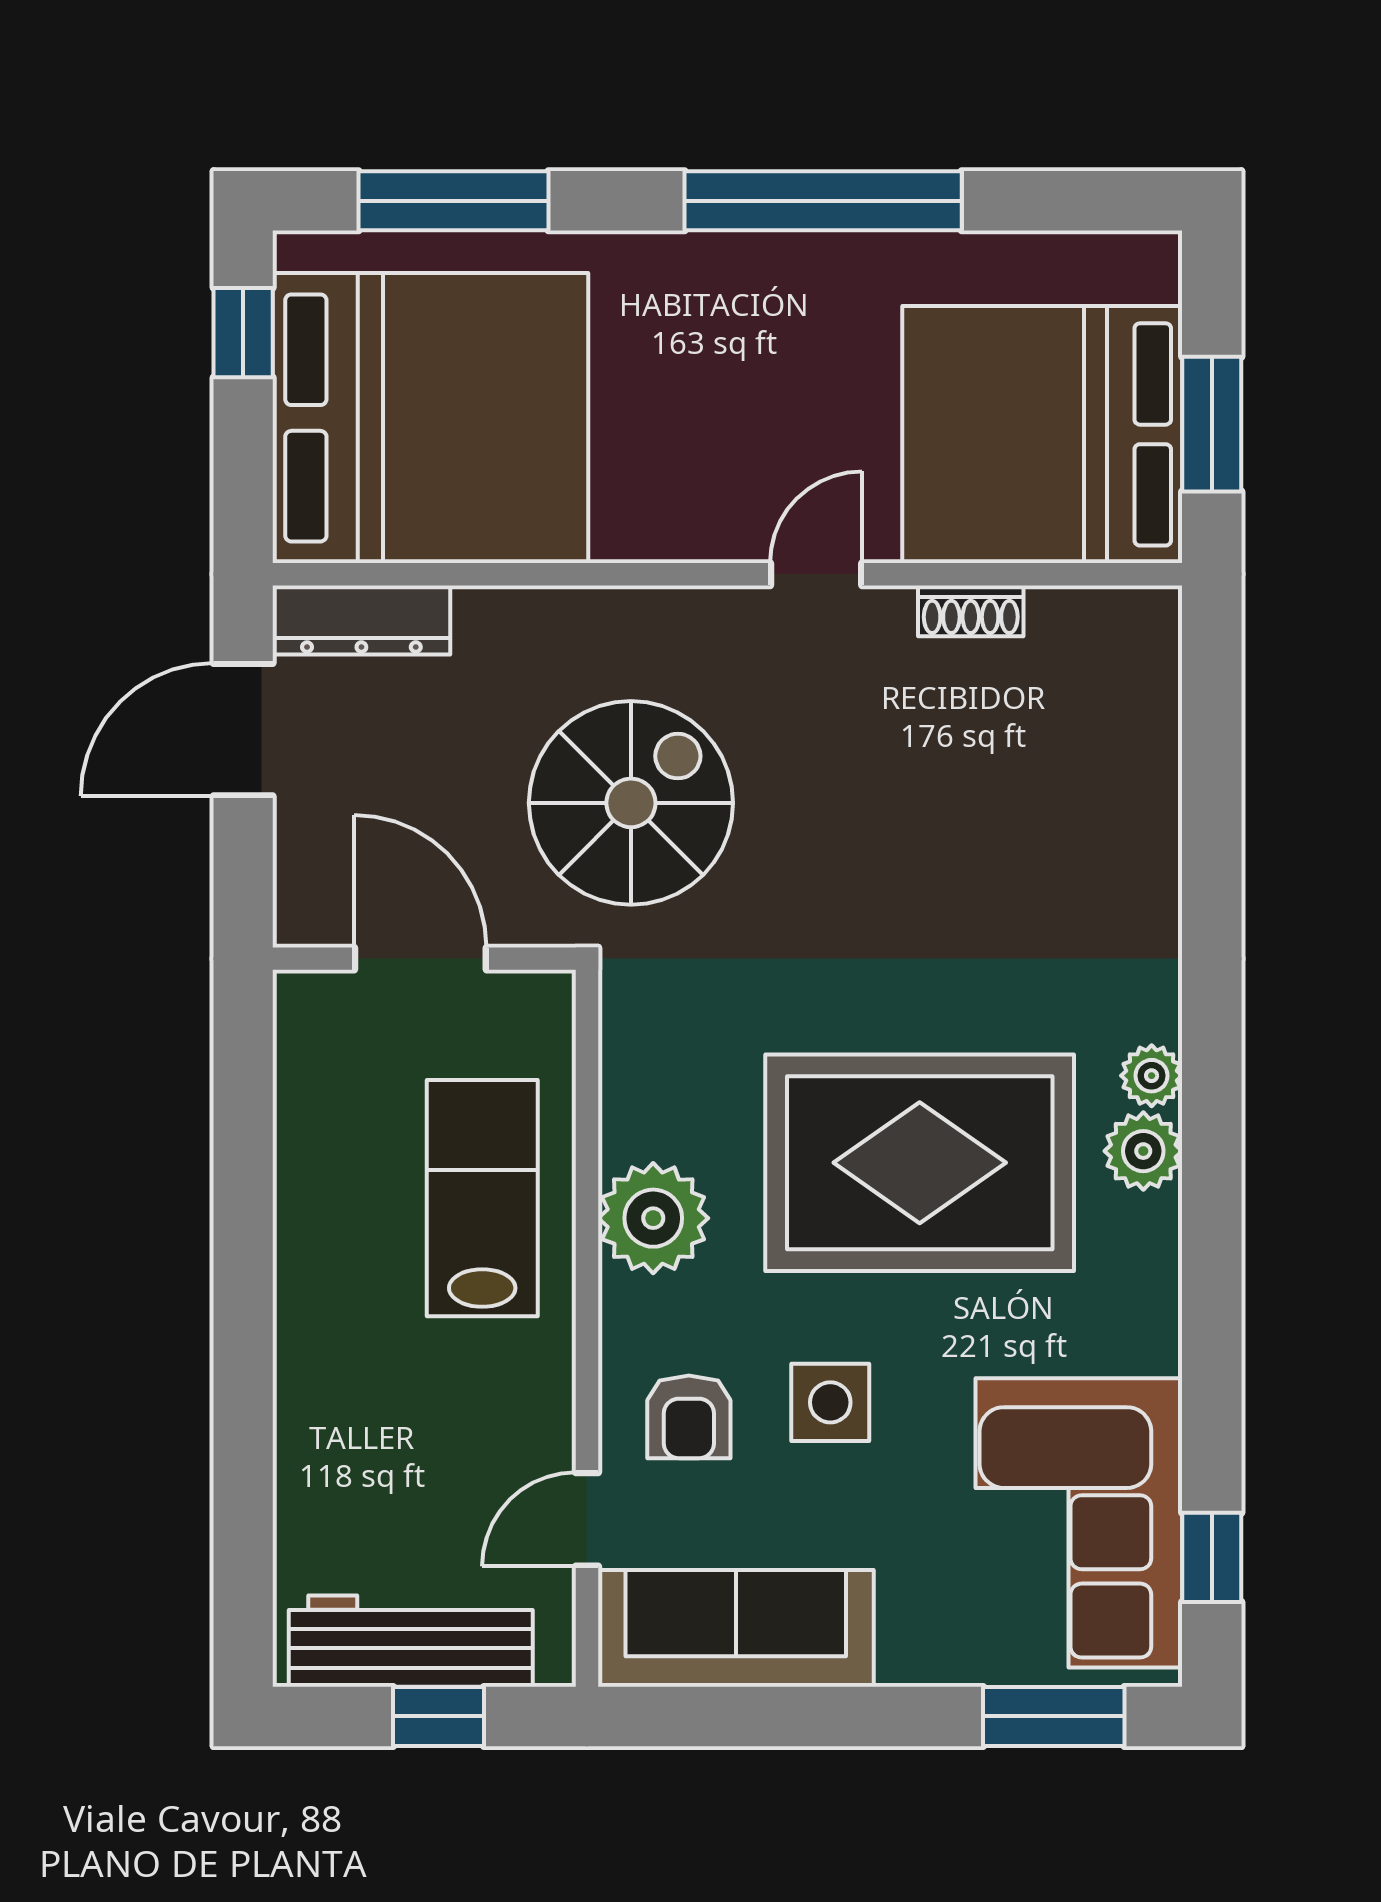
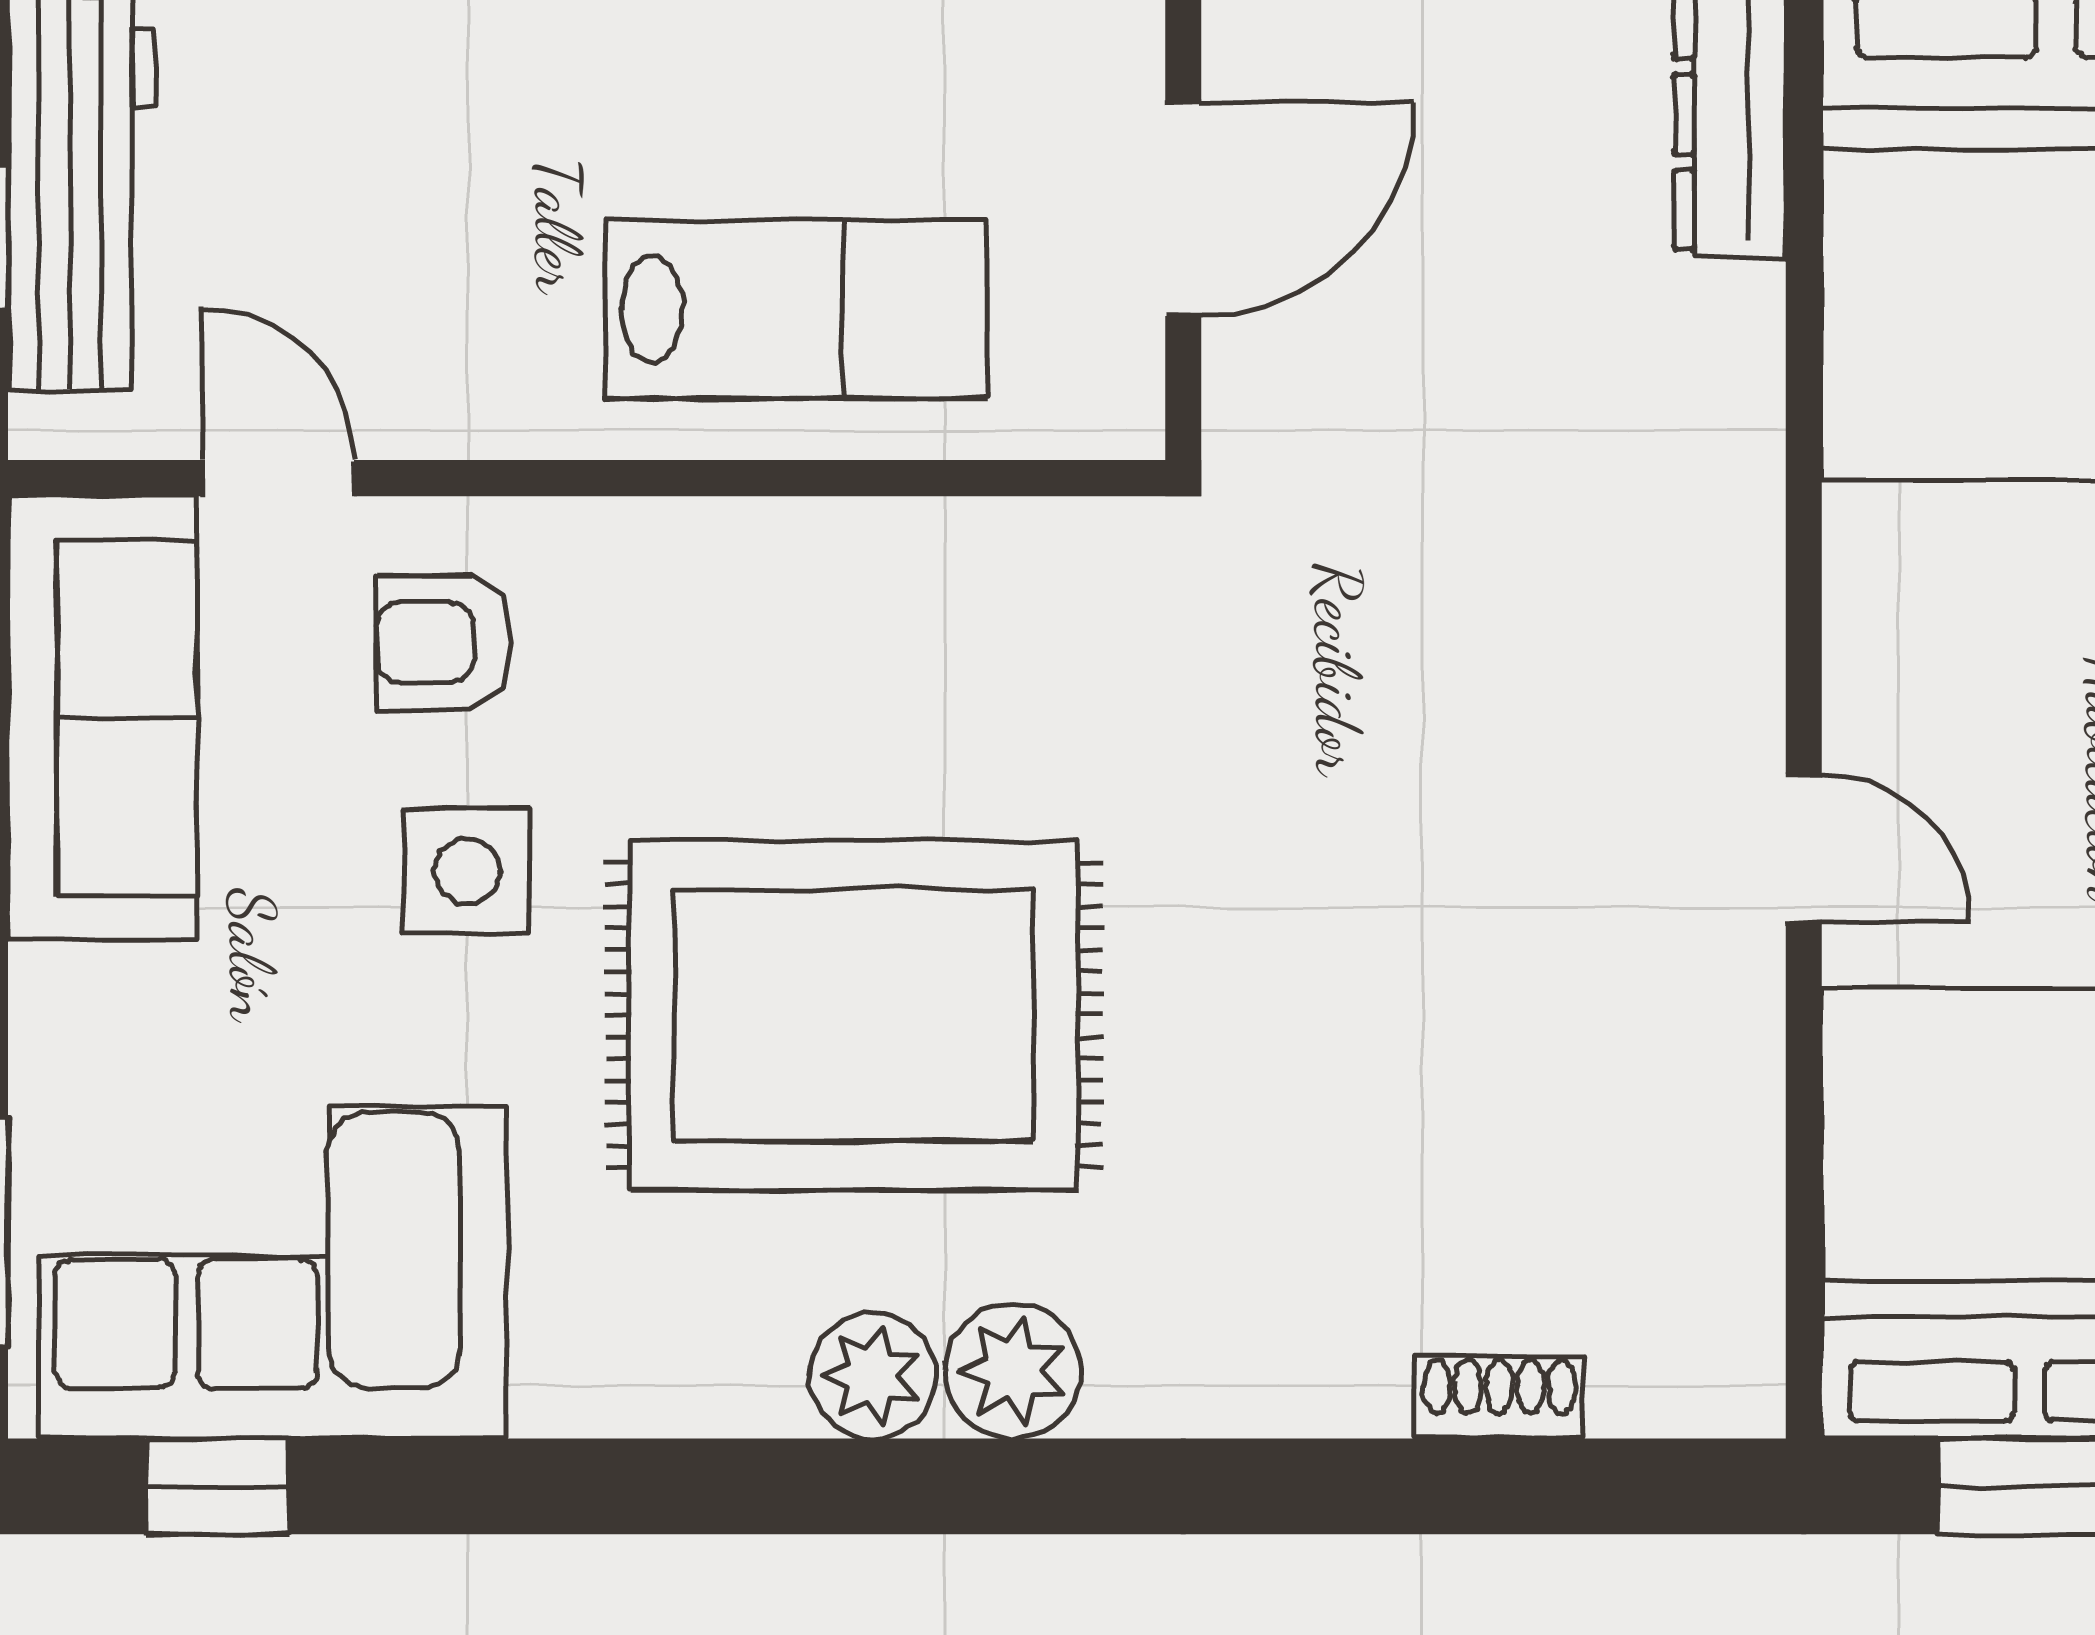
shoe rack: (971, 611) -> (1499, 1398), moved, turned 90
spiral stairs: (631, 803) -> (1435, 549), removed
plant: (1152, 1076) -> (1013, 1371), width x1.38, depth x1.38
rug: (920, 1163) -> (854, 1015), turned 90
plant: (653, 1218) -> (764, 585), removed

